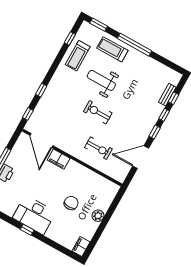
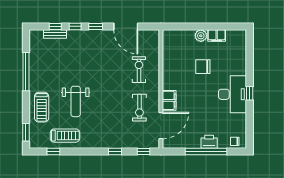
window: (135, 45) -> (26, 72), moved
exercise bike: (98, 112) -> (139, 108), moved
filing cabinet: (81, 247) -> (217, 36), moved

